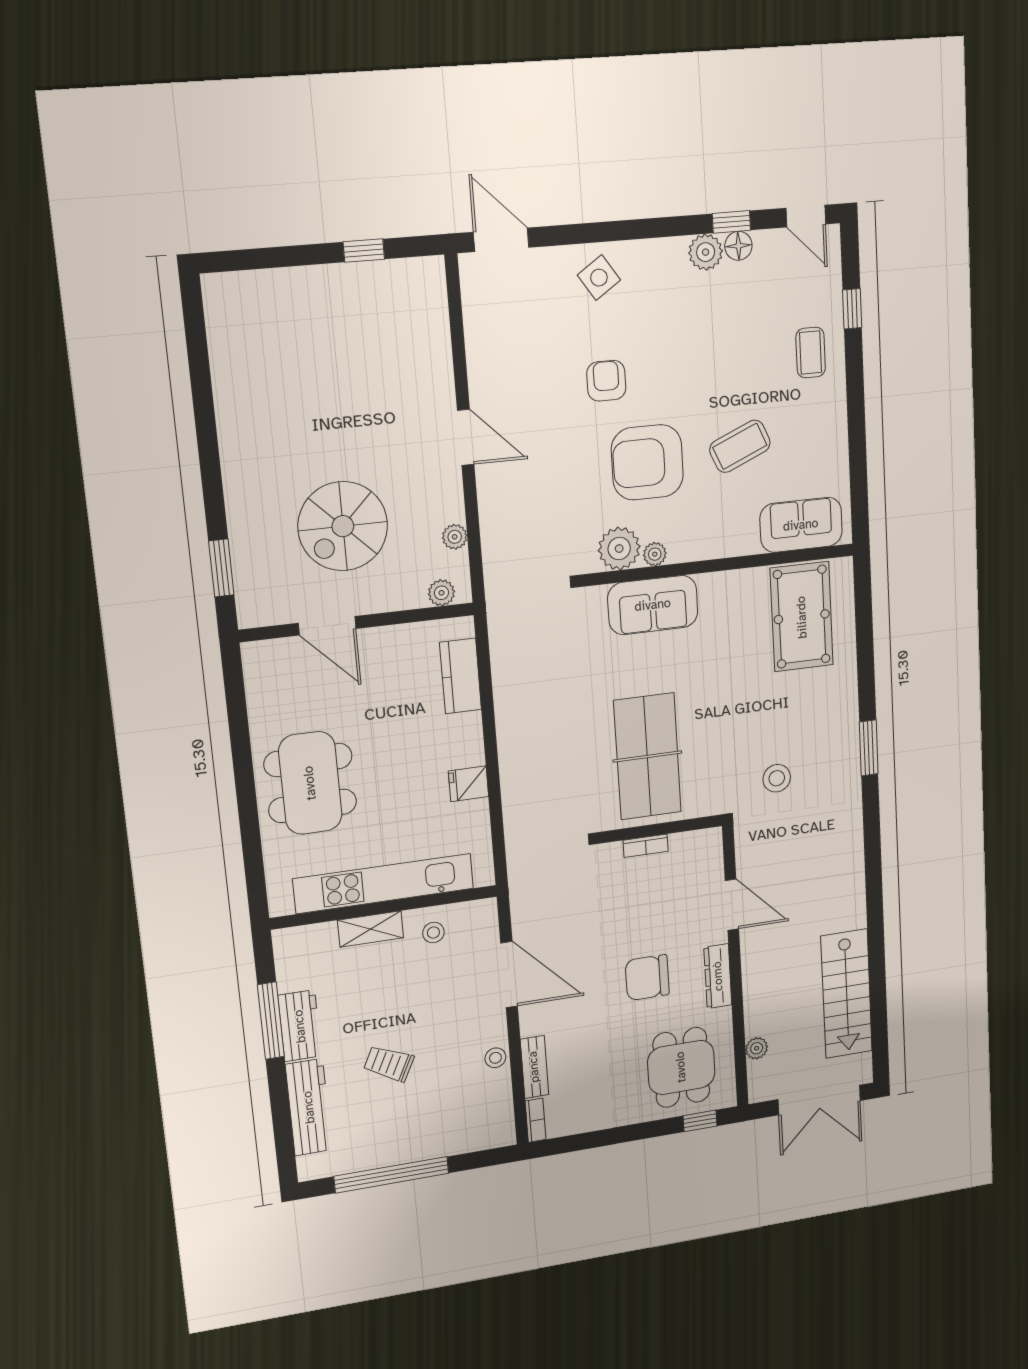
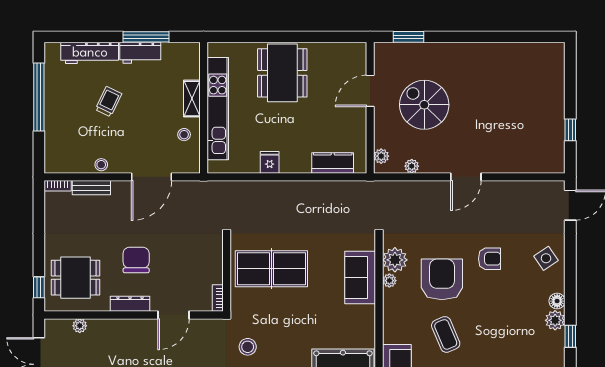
floor lamp: (738, 246) -> (557, 301), moved
dining table: (310, 783) -> (282, 73), turned 90
bookcase: (646, 846) -> (218, 298), moved

